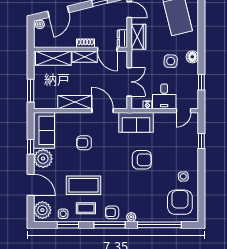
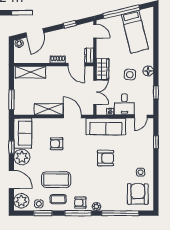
wardrobe: (138, 37) -> (103, 69), moved
shelving: (85, 57) -> (57, 71), removed
sofa: (136, 122) -> (106, 126), width x1.36

